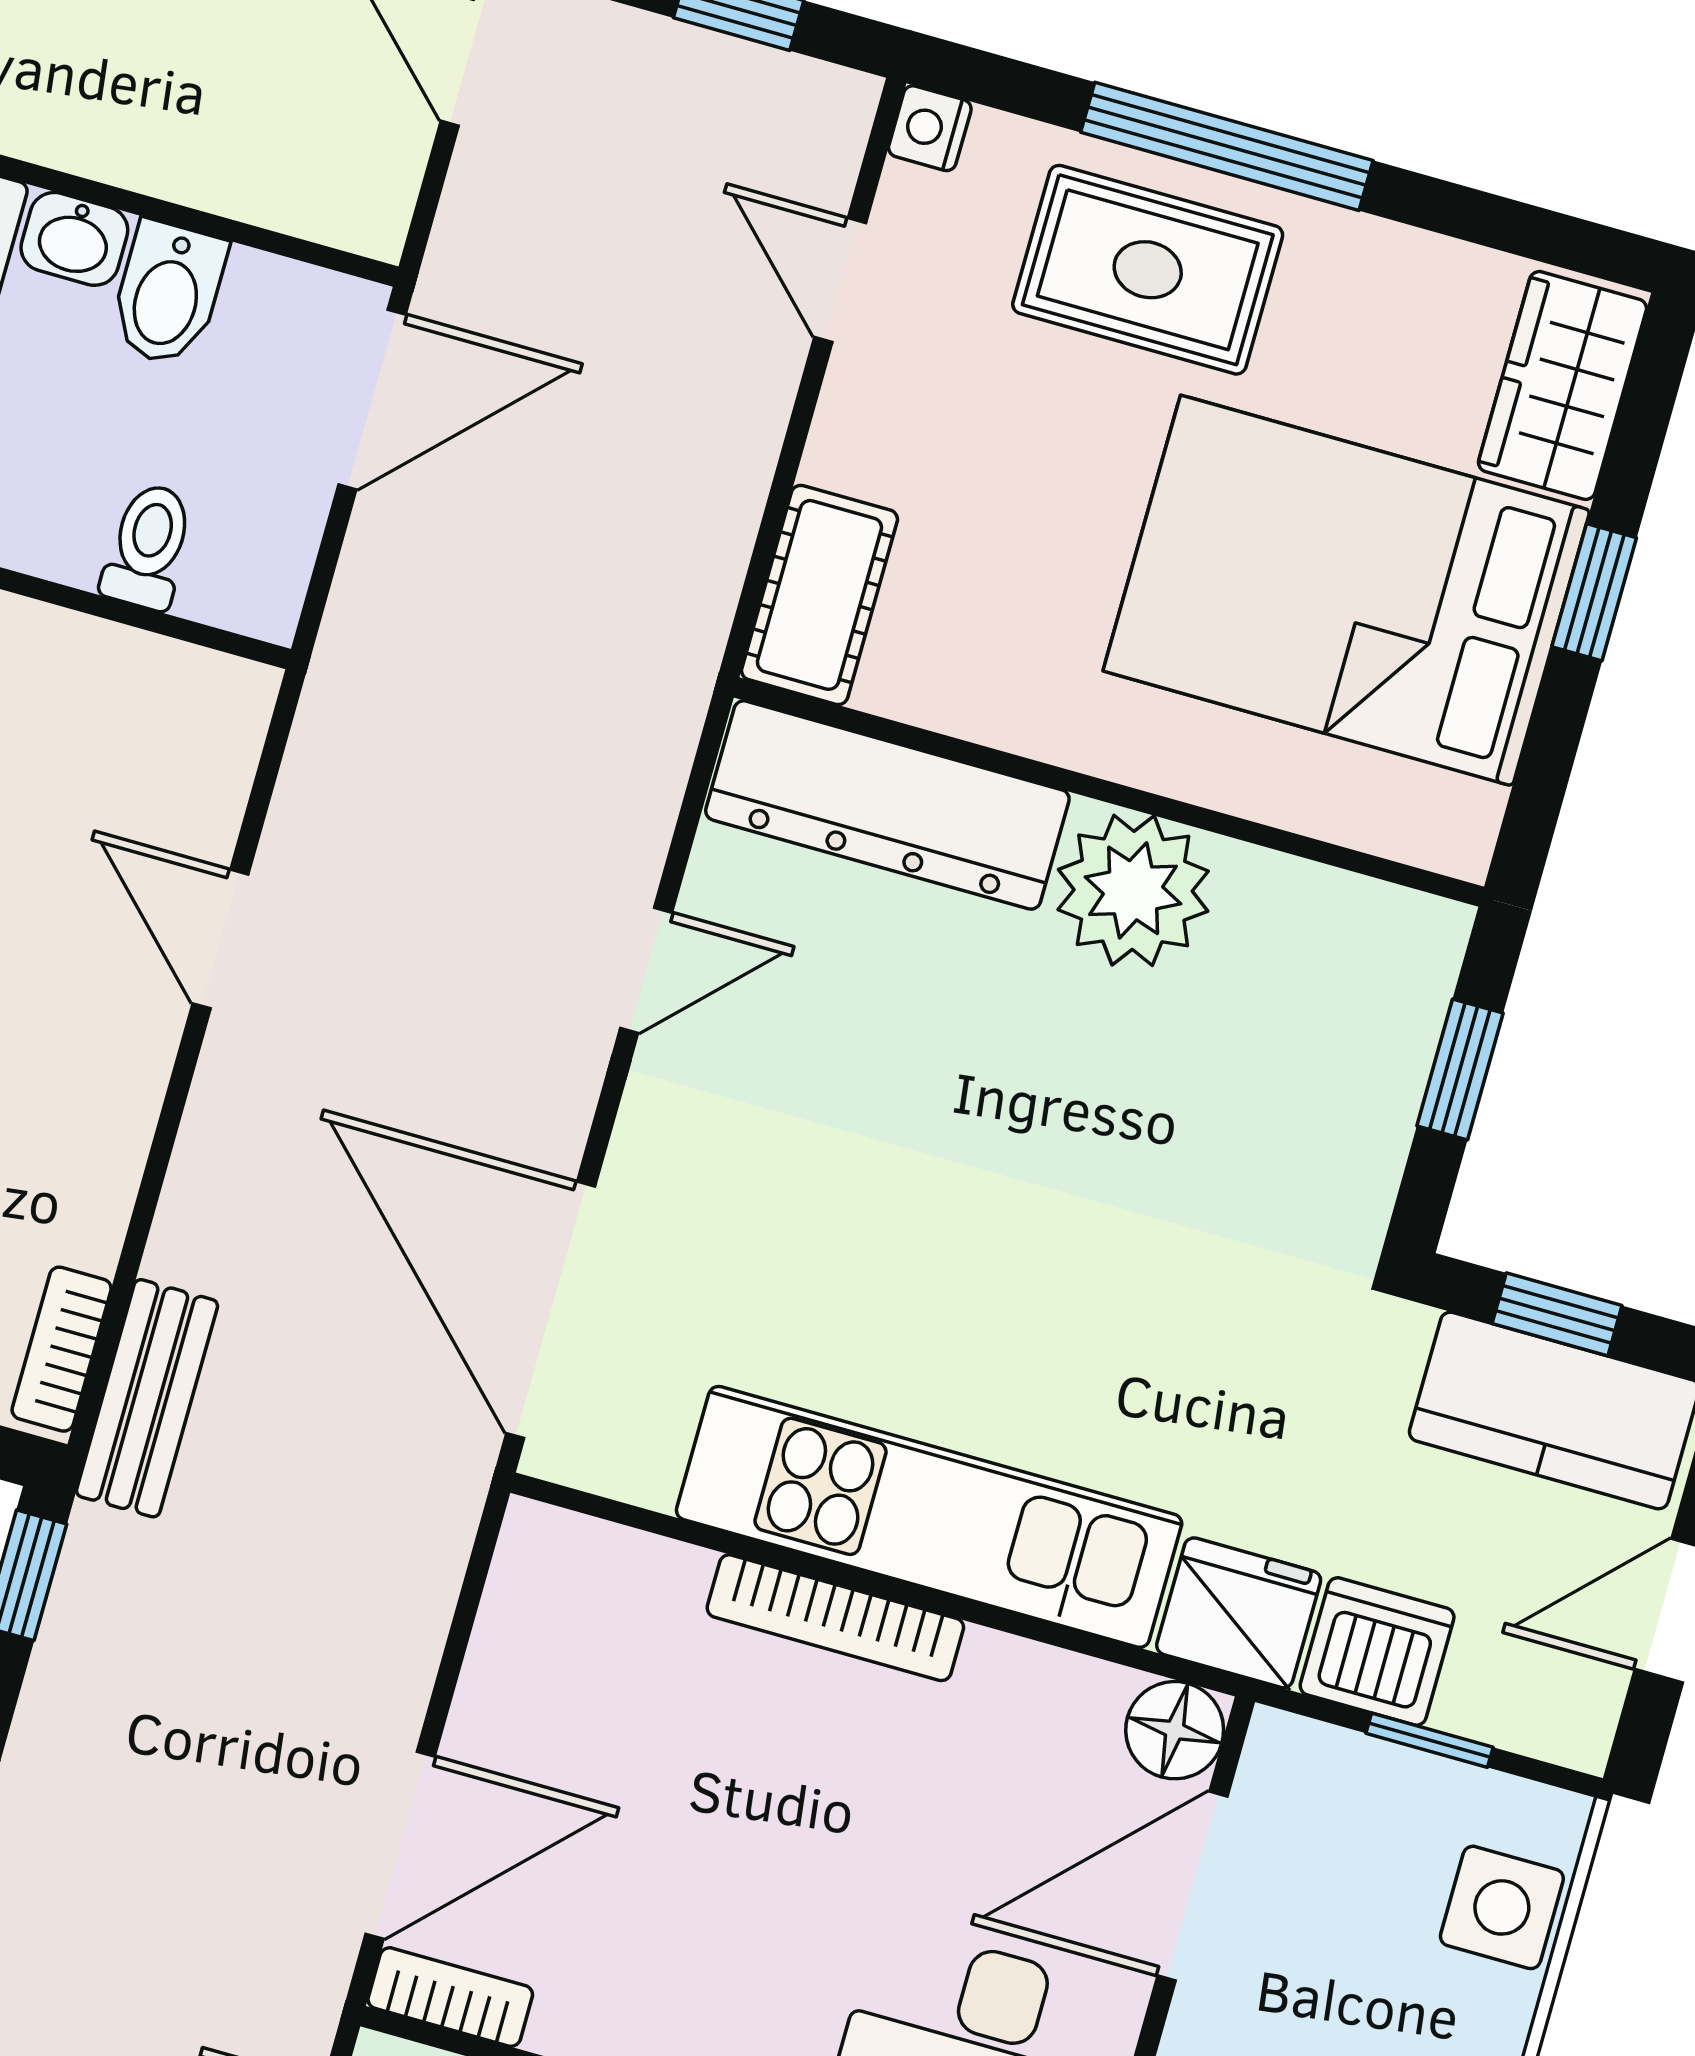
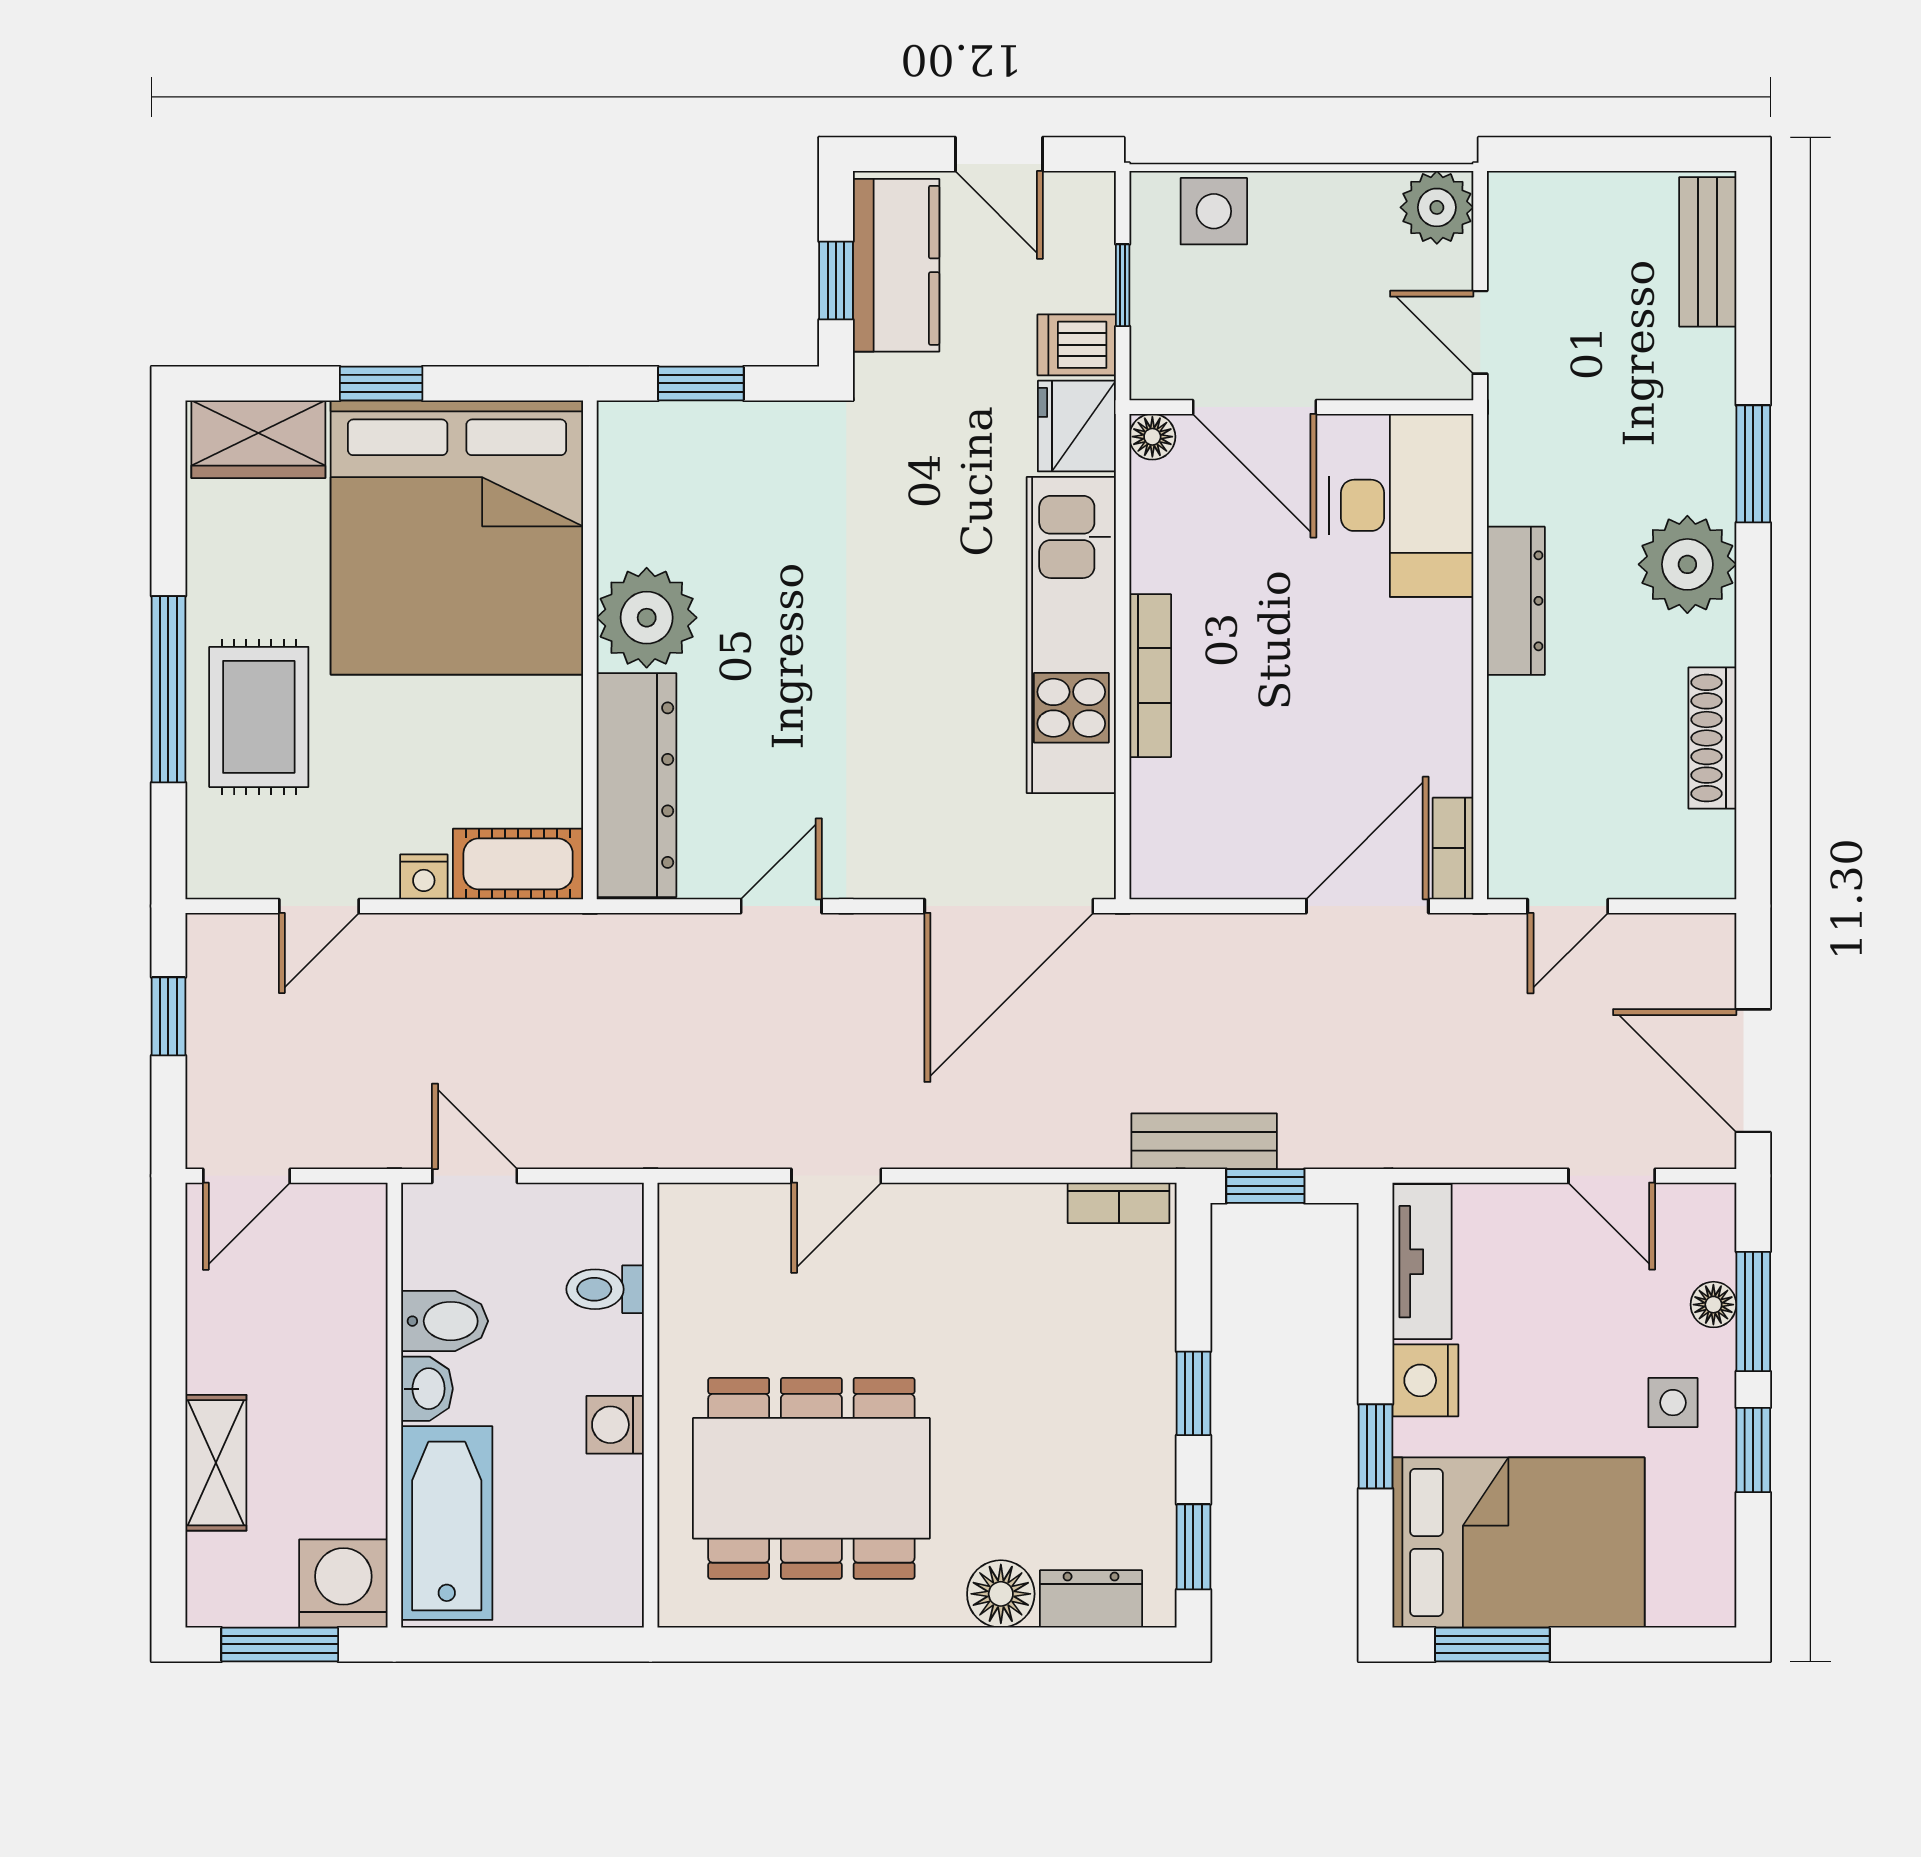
nightstand: (930, 128) -> (424, 877), moved
door: (372, 399) -> (475, 1176), width x0.73
bed: (1347, 591) -> (457, 537), width x1.36
door: (646, 970) -> (781, 906), hinge flipped
bench: (147, 1398) -> (1204, 1141), moved
dishwasher: (1377, 1651) -> (1077, 345), width x0.73
floor lamp: (1175, 1730) -> (1152, 437), width x0.73, depth x0.73
door: (400, 1845) -> (1367, 906), hinge flipped

